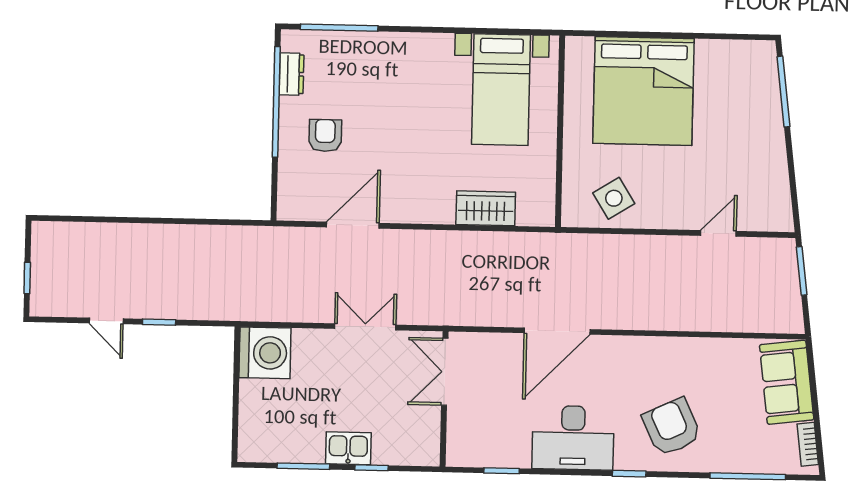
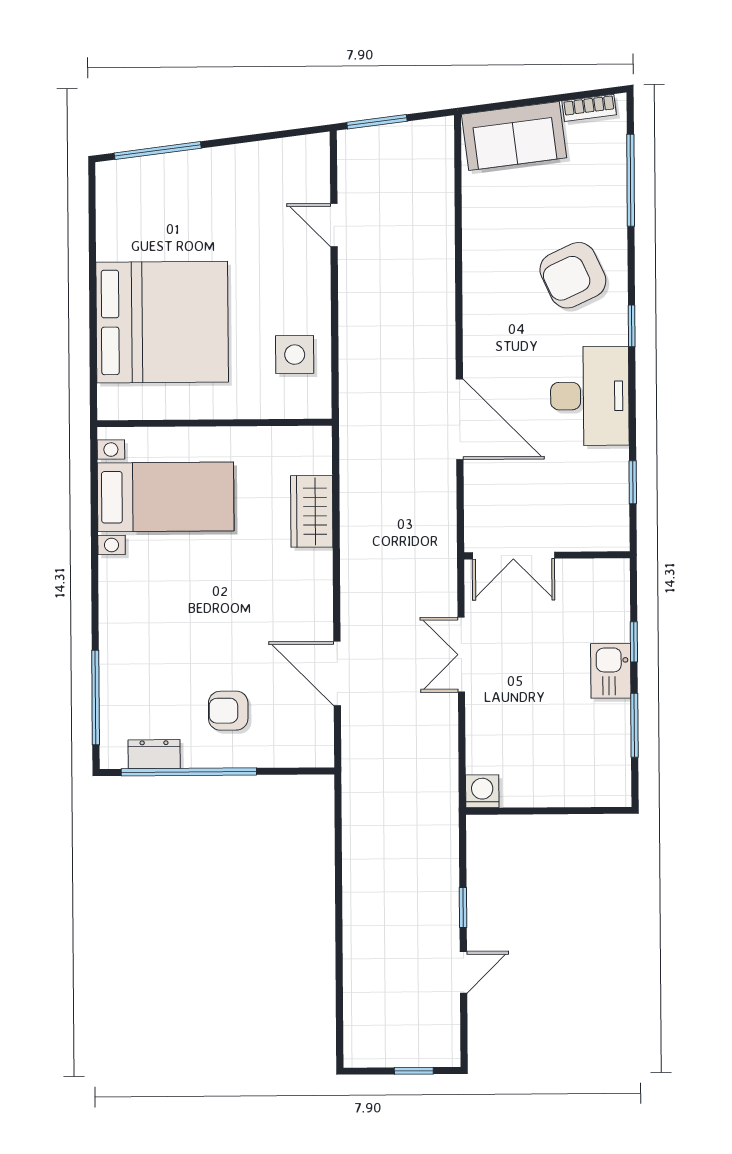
side table: (614, 198) -> (295, 355), turned 32
washing machine: (265, 353) -> (482, 791), width x0.53, depth x0.53

